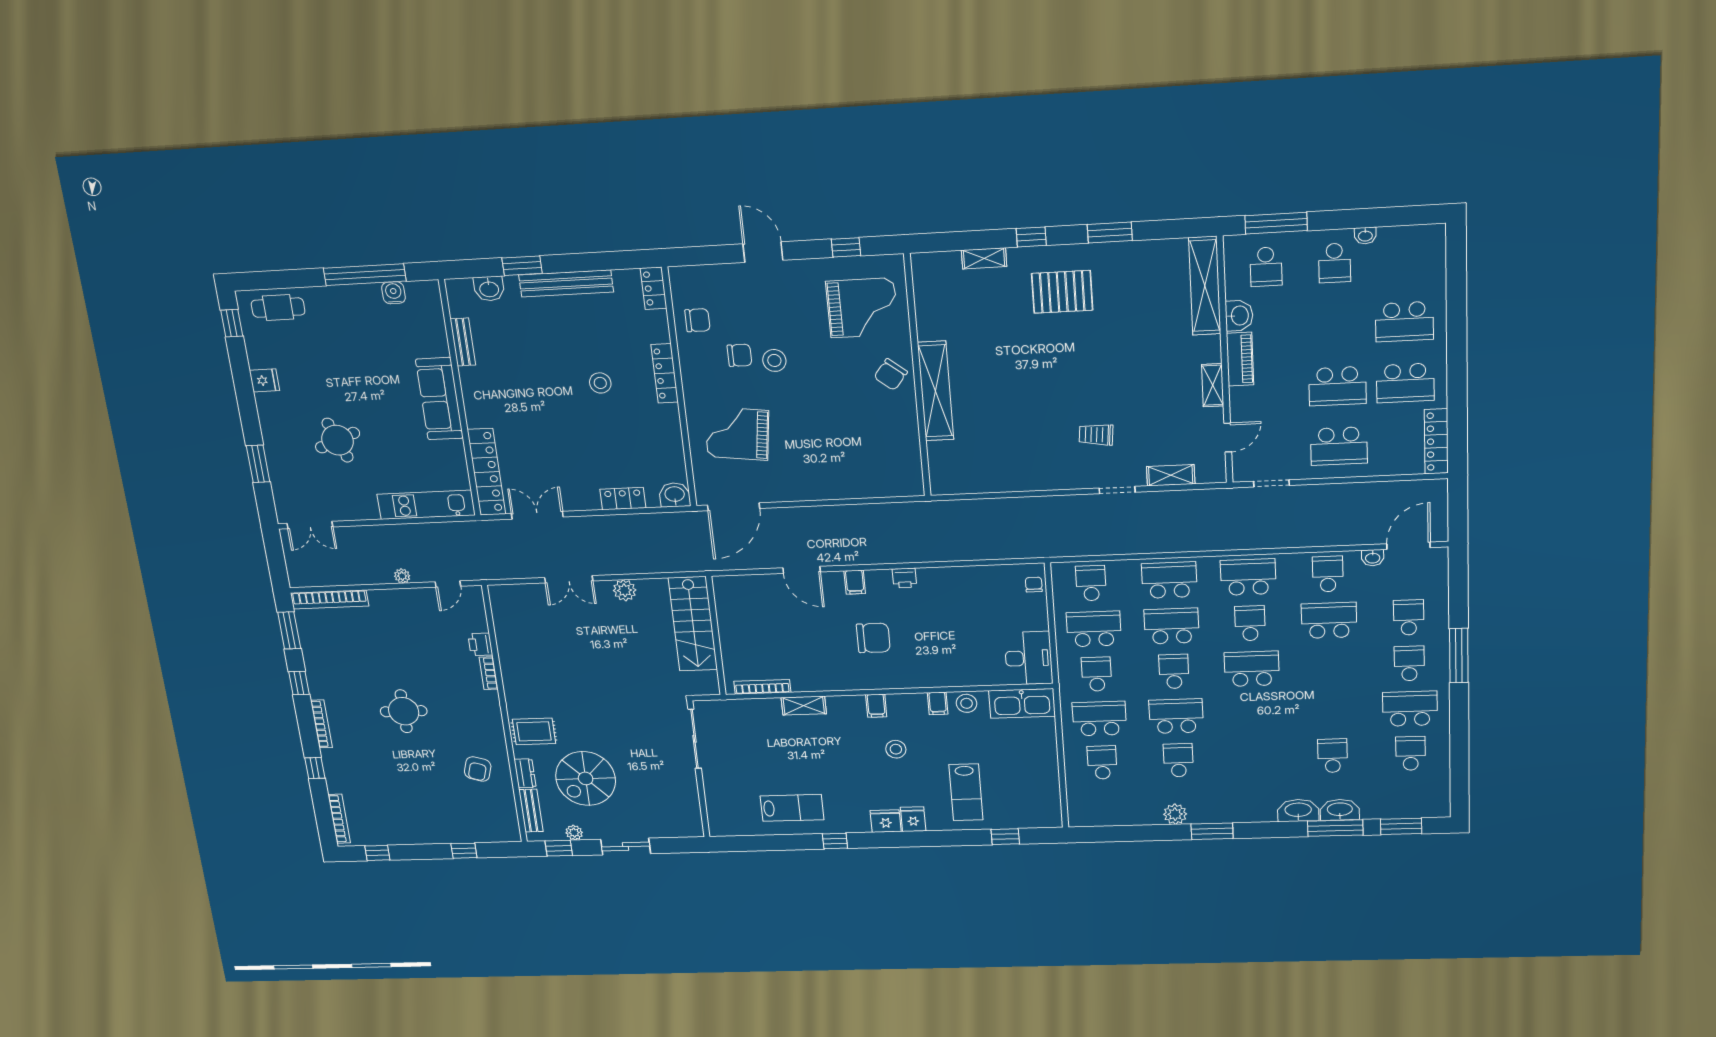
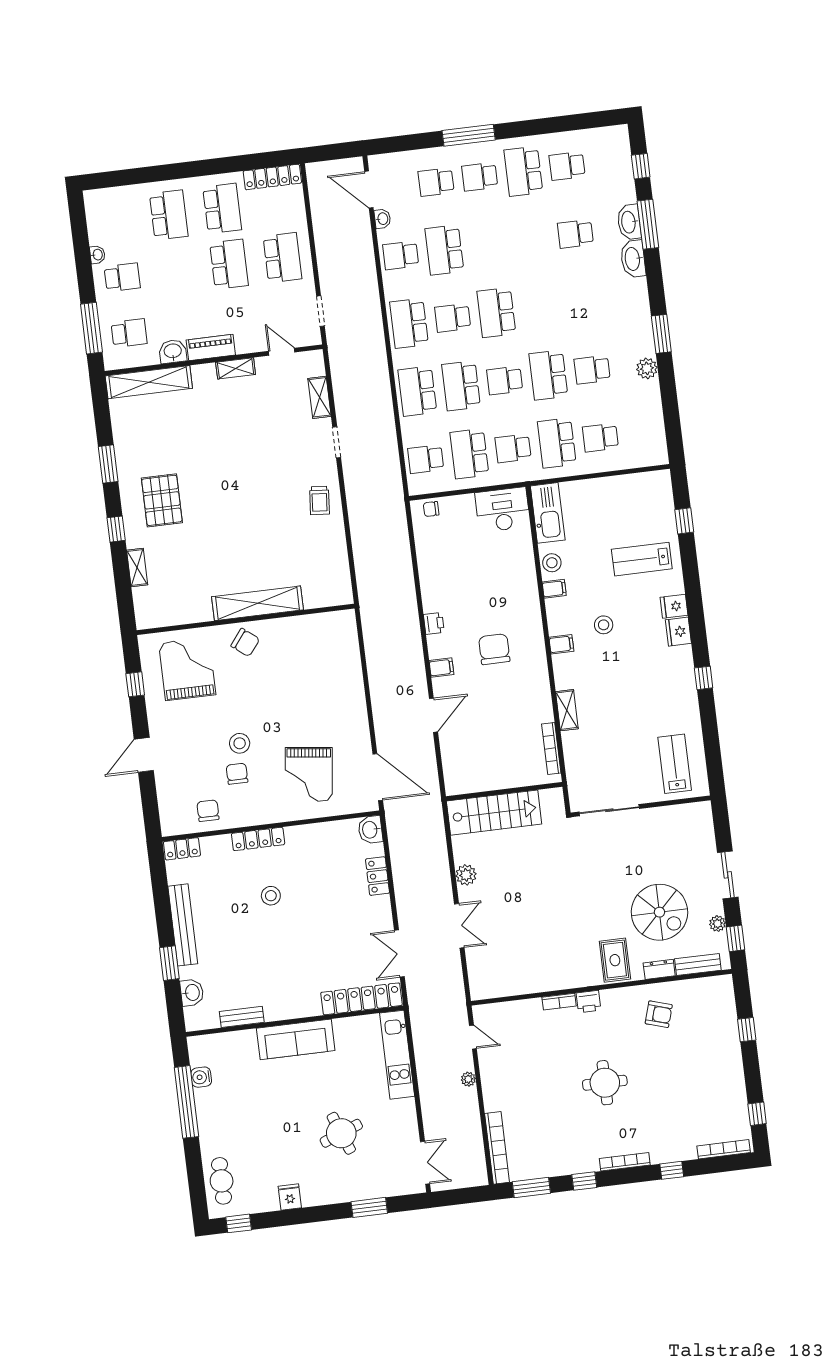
trolley: (1096, 435) -> (319, 500), moved
printer: (480, 644) -> (588, 1002), moved
lab bench: (966, 792) -> (642, 559), turned 180
lab bench: (792, 808) -> (675, 764), moved
window: (1401, 826) -> (641, 166), width x0.67

